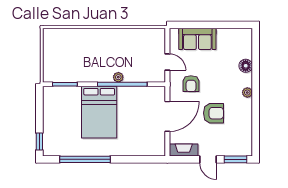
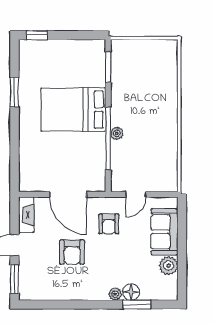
plant: (225, 36) -> (169, 266), added
window: (256, 61) -> (137, 304), added
armchair: (191, 84) -> (109, 224), turned -90
plant: (247, 93) -> (115, 294), moved
window: (85, 159) -> (15, 92), width x0.47

